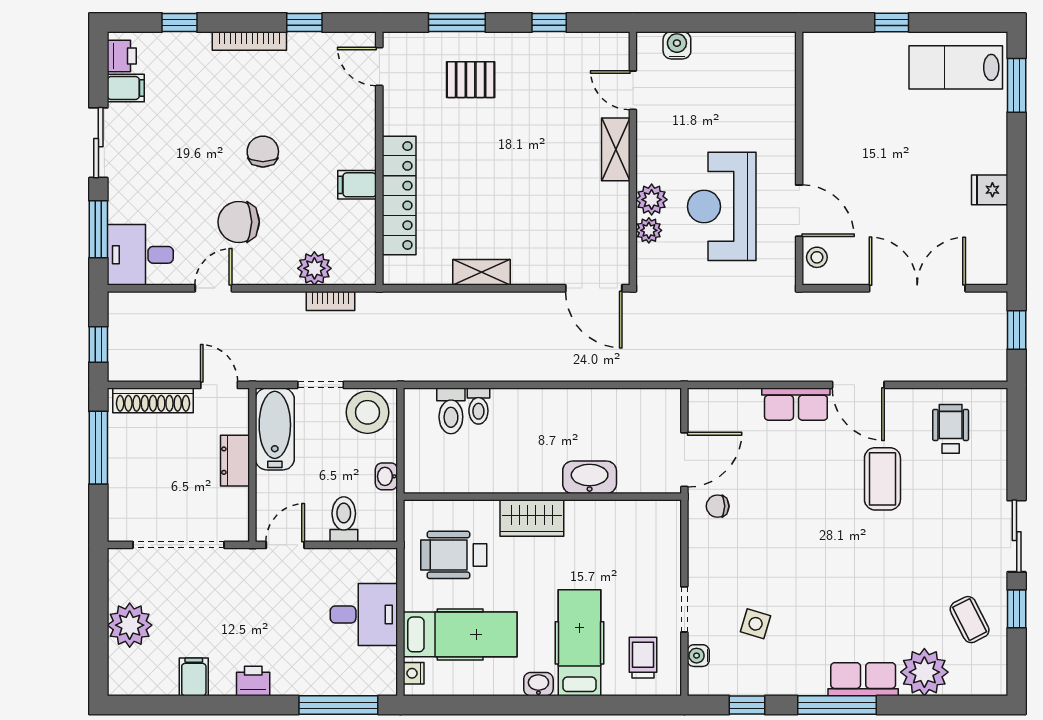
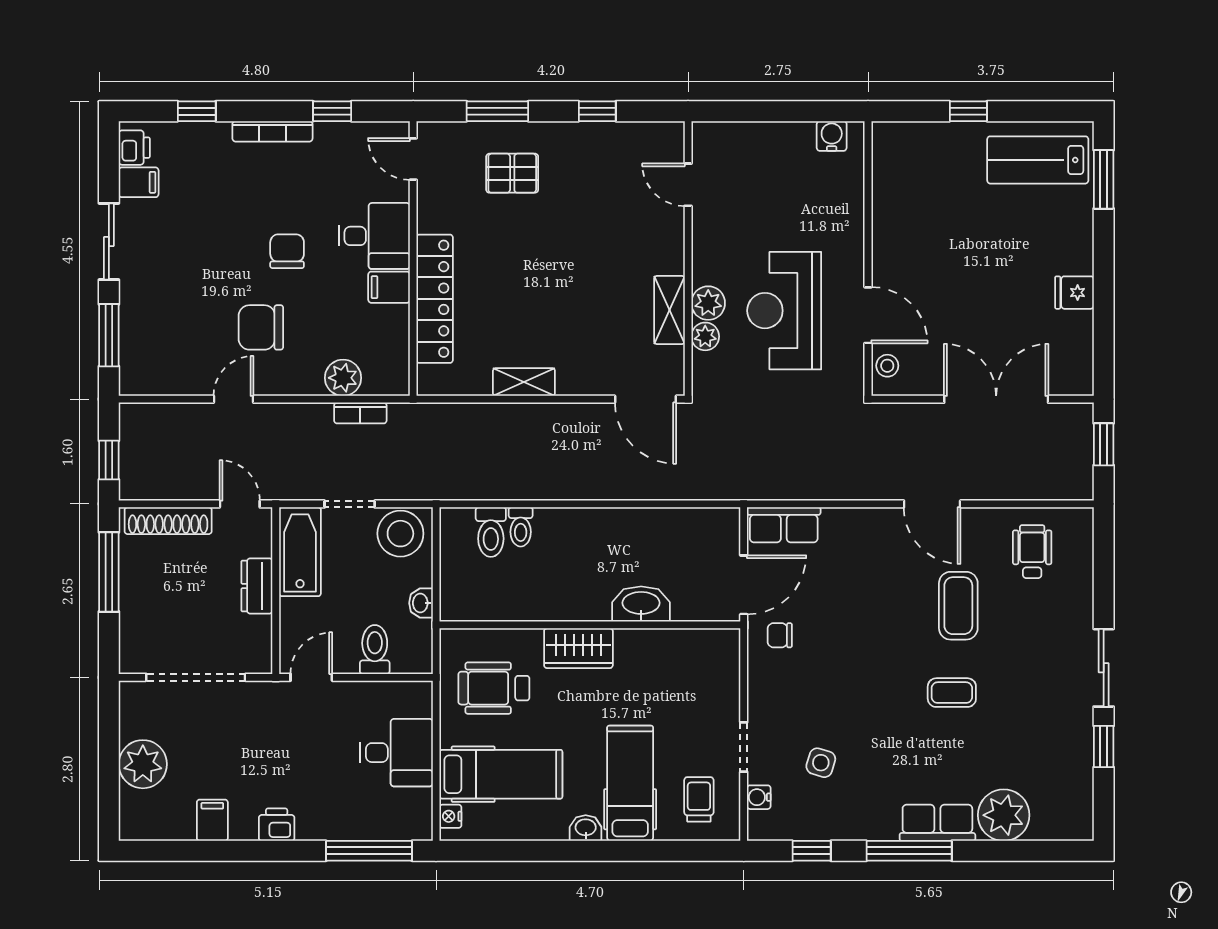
water cooler: (677, 45) -> (832, 136), moved
shelving: (616, 149) -> (669, 310), moved
desk: (140, 255) -> (374, 236), moved, turned 180
row of seats: (796, 404) -> (784, 525), moved
coffee table: (970, 620) -> (952, 693), moved, turned -63

